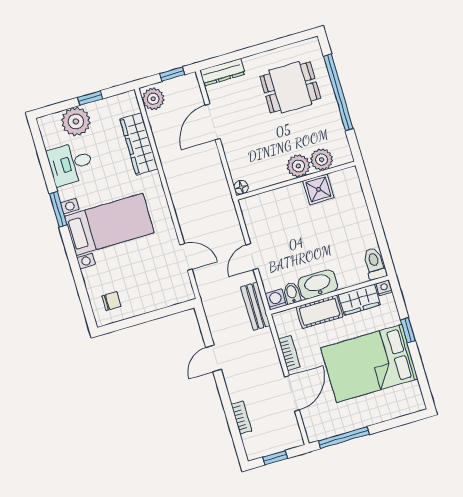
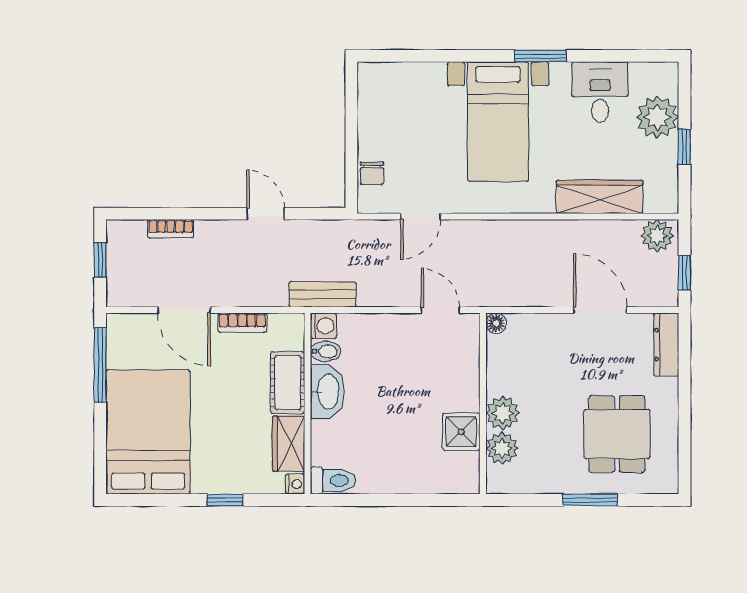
window: (338, 92) -> (590, 500), width x0.47
door: (252, 257) -> (440, 310), moved
chair: (111, 301) -> (372, 173), moved
bed: (369, 363) -> (148, 432), moved

